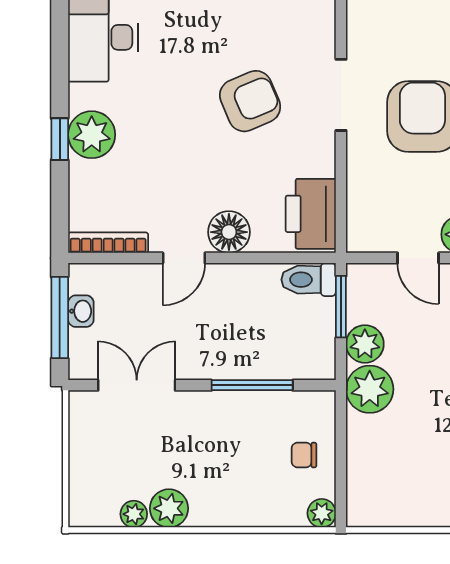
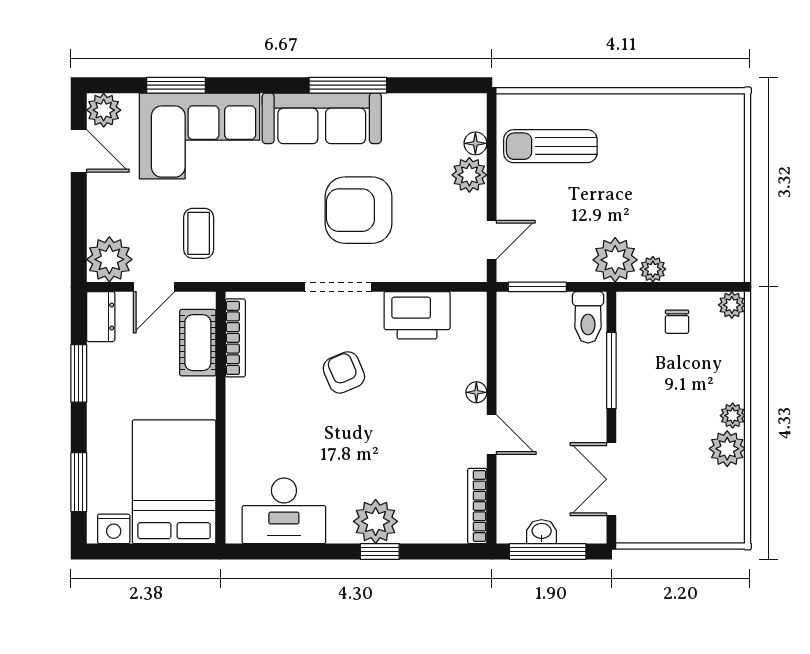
armchair: (250, 101) -> (344, 372), width x0.72, depth x0.72
printer: (311, 214) -> (417, 315), moved
floor lamp: (229, 232) -> (476, 392), width x0.53, depth x0.53
door: (418, 258) -> (492, 240), moved
toilet: (309, 280) -> (588, 317), moved
plant: (365, 344) -> (653, 269), moved, width x0.73, depth x0.73
plant: (134, 514) -> (733, 416), moved

